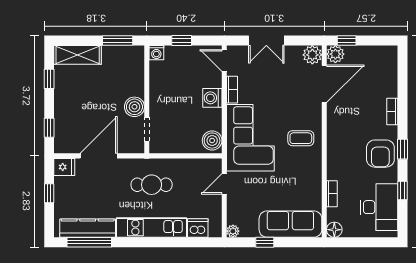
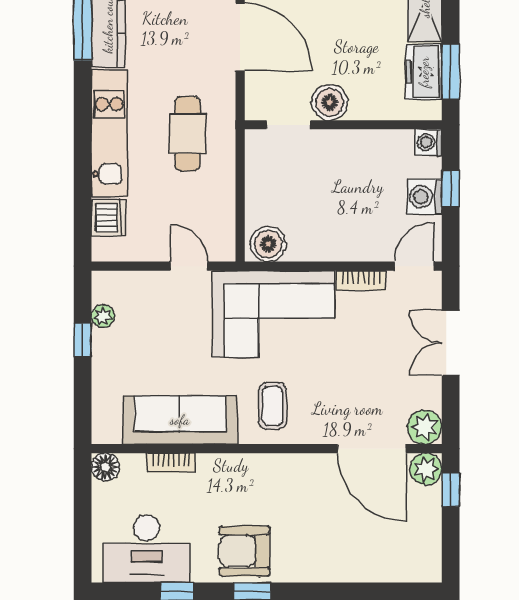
freezer: (118, 55) -> (424, 72), added
washing machine: (212, 98) -> (424, 197), moved, turned -90
bookcase: (392, 111) -> (321, 573), removed
sofa: (290, 224) -> (180, 420), moved, turned -90
plant: (233, 231) -> (103, 316), moved

